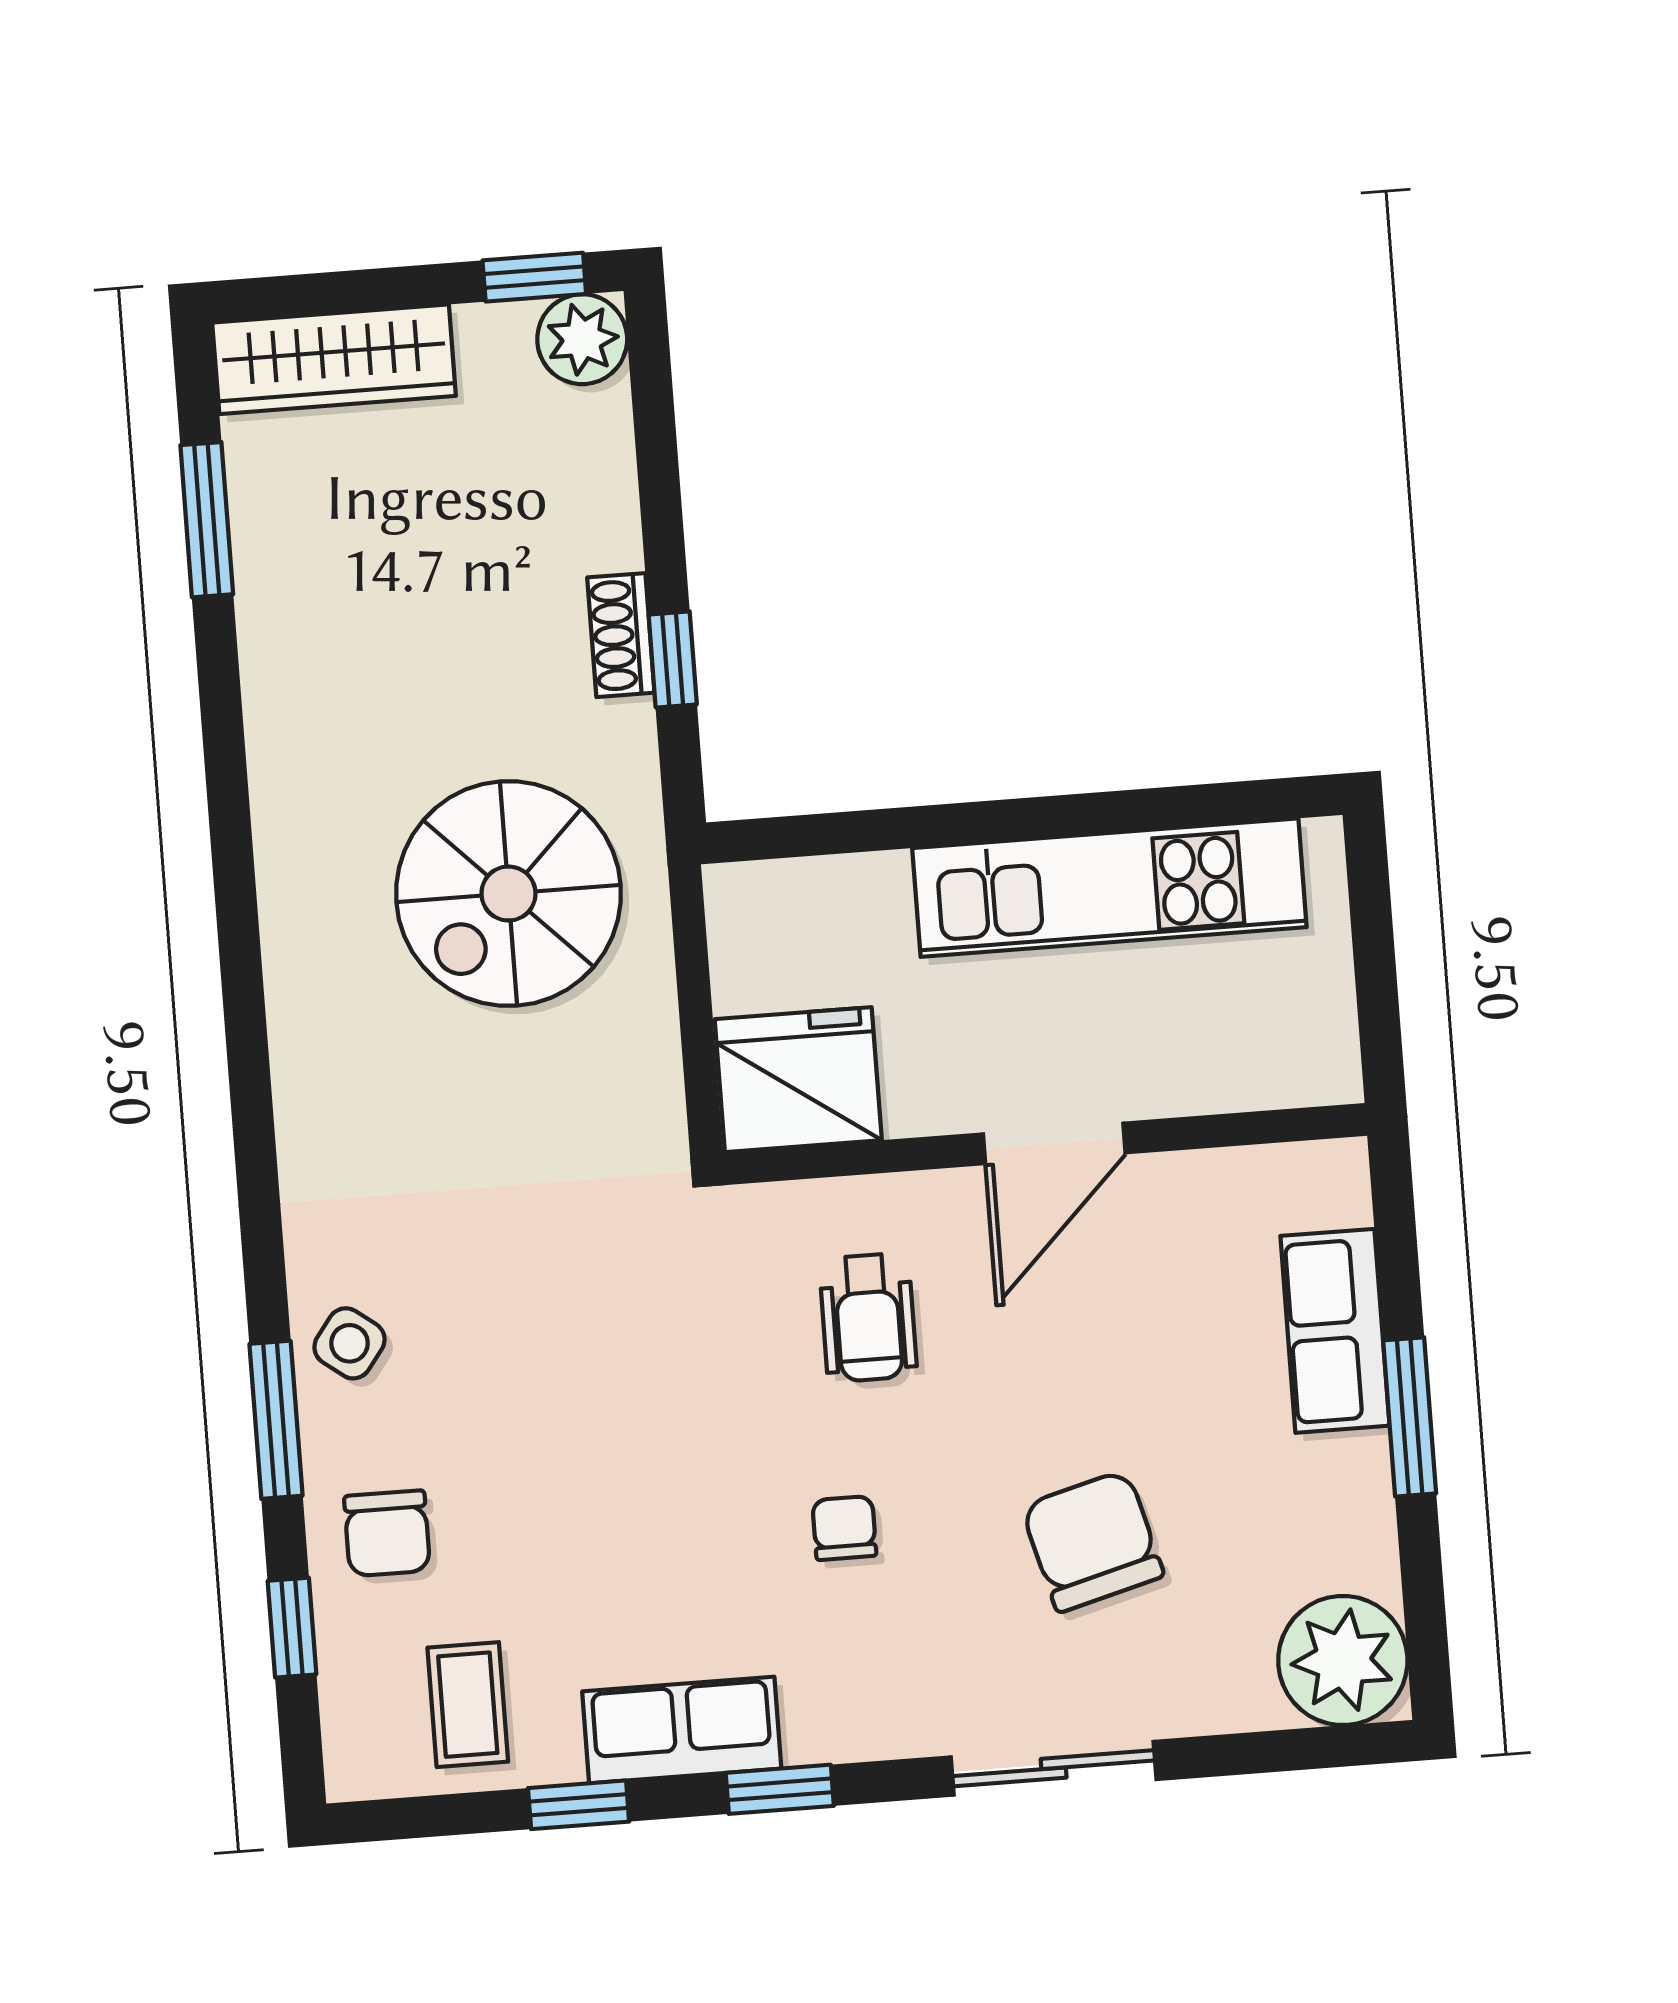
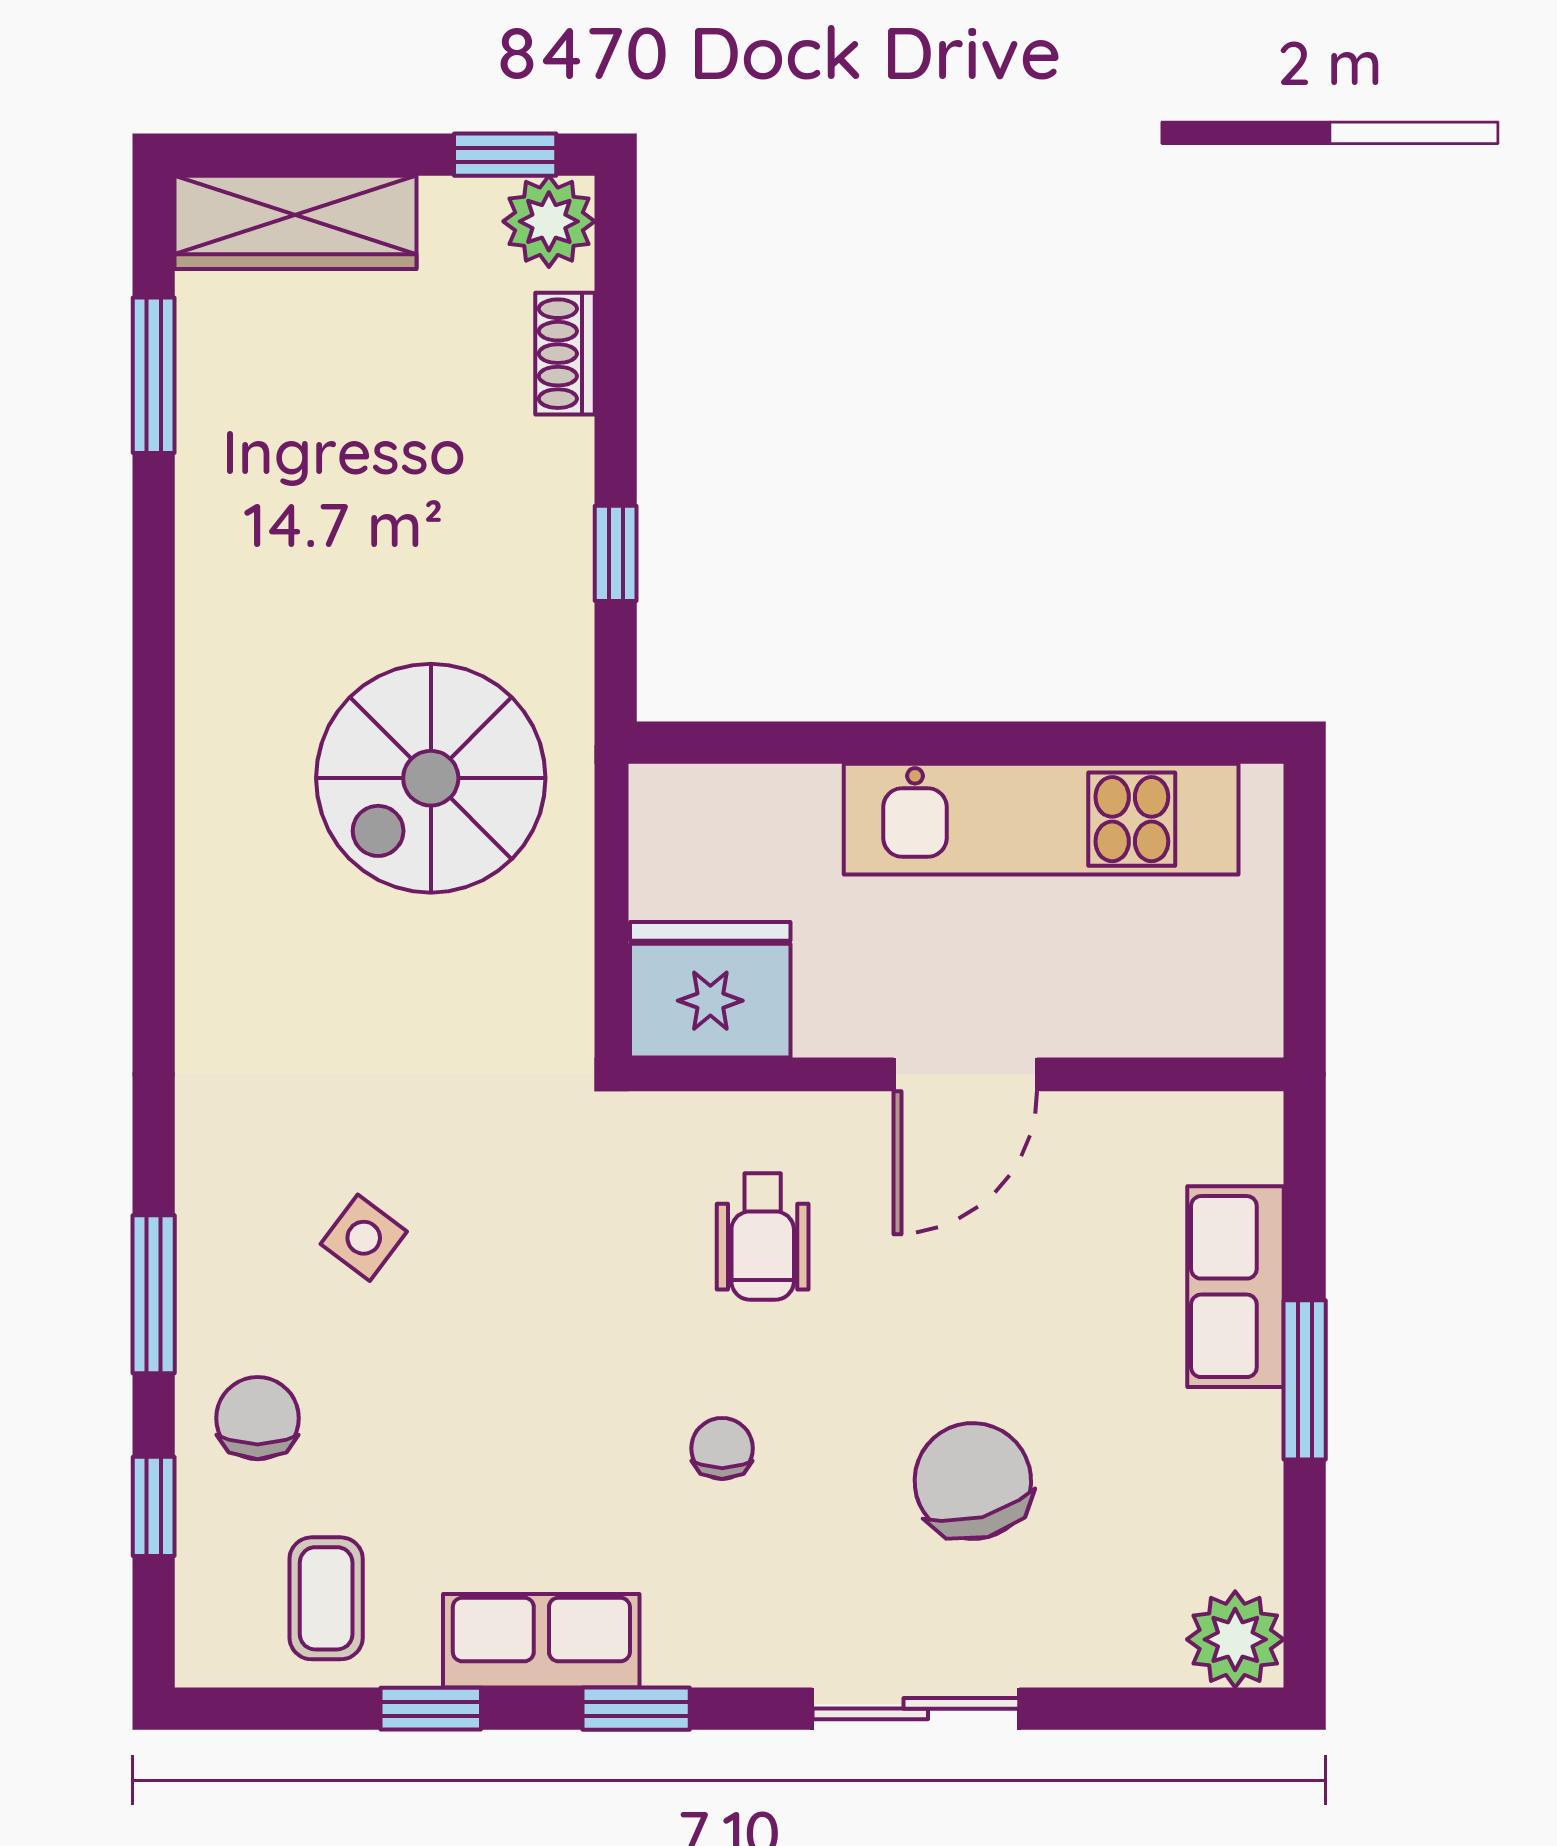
shoe rack: (621, 635) -> (565, 354), moved
side table: (350, 1343) -> (364, 1238), moved
chair: (387, 1533) -> (258, 1418), turned 180
plant: (1343, 1660) -> (1235, 1639), width x0.73, depth x0.73

